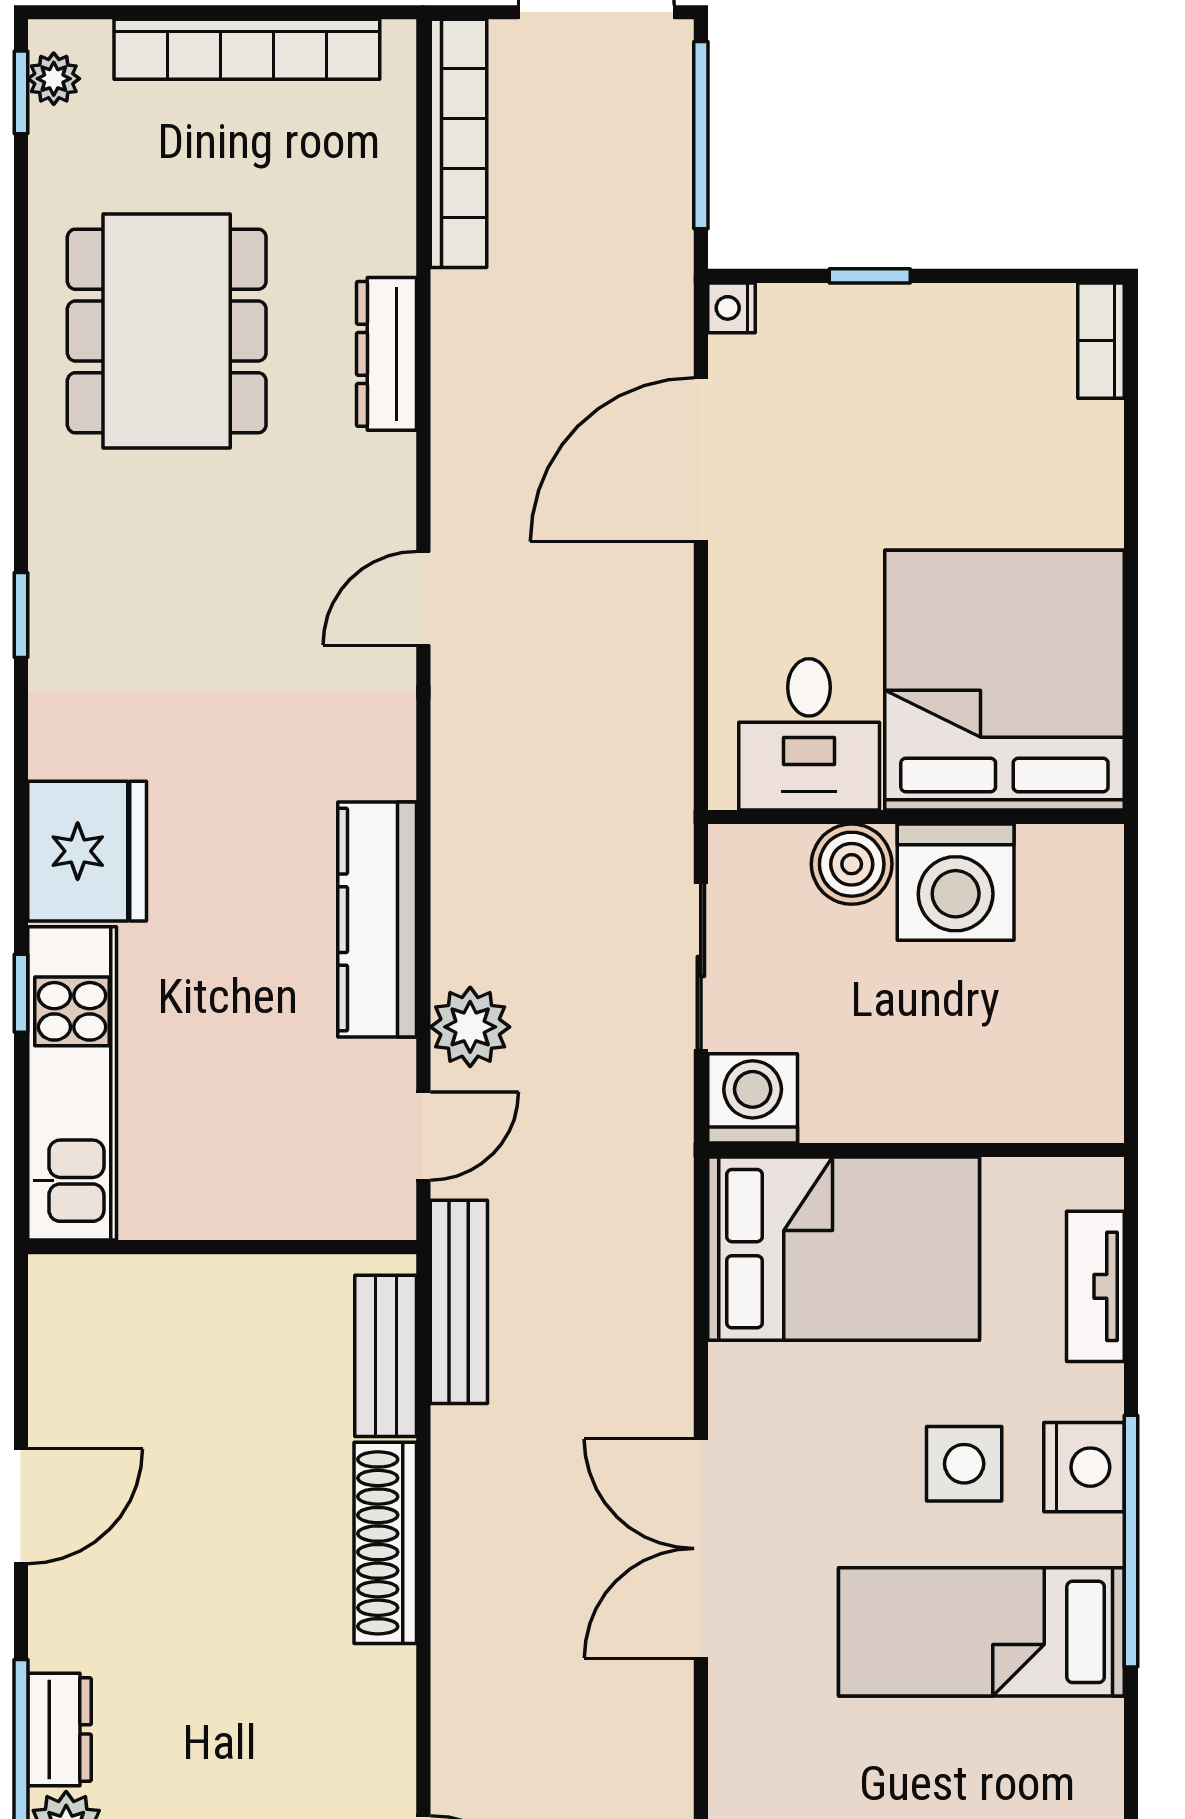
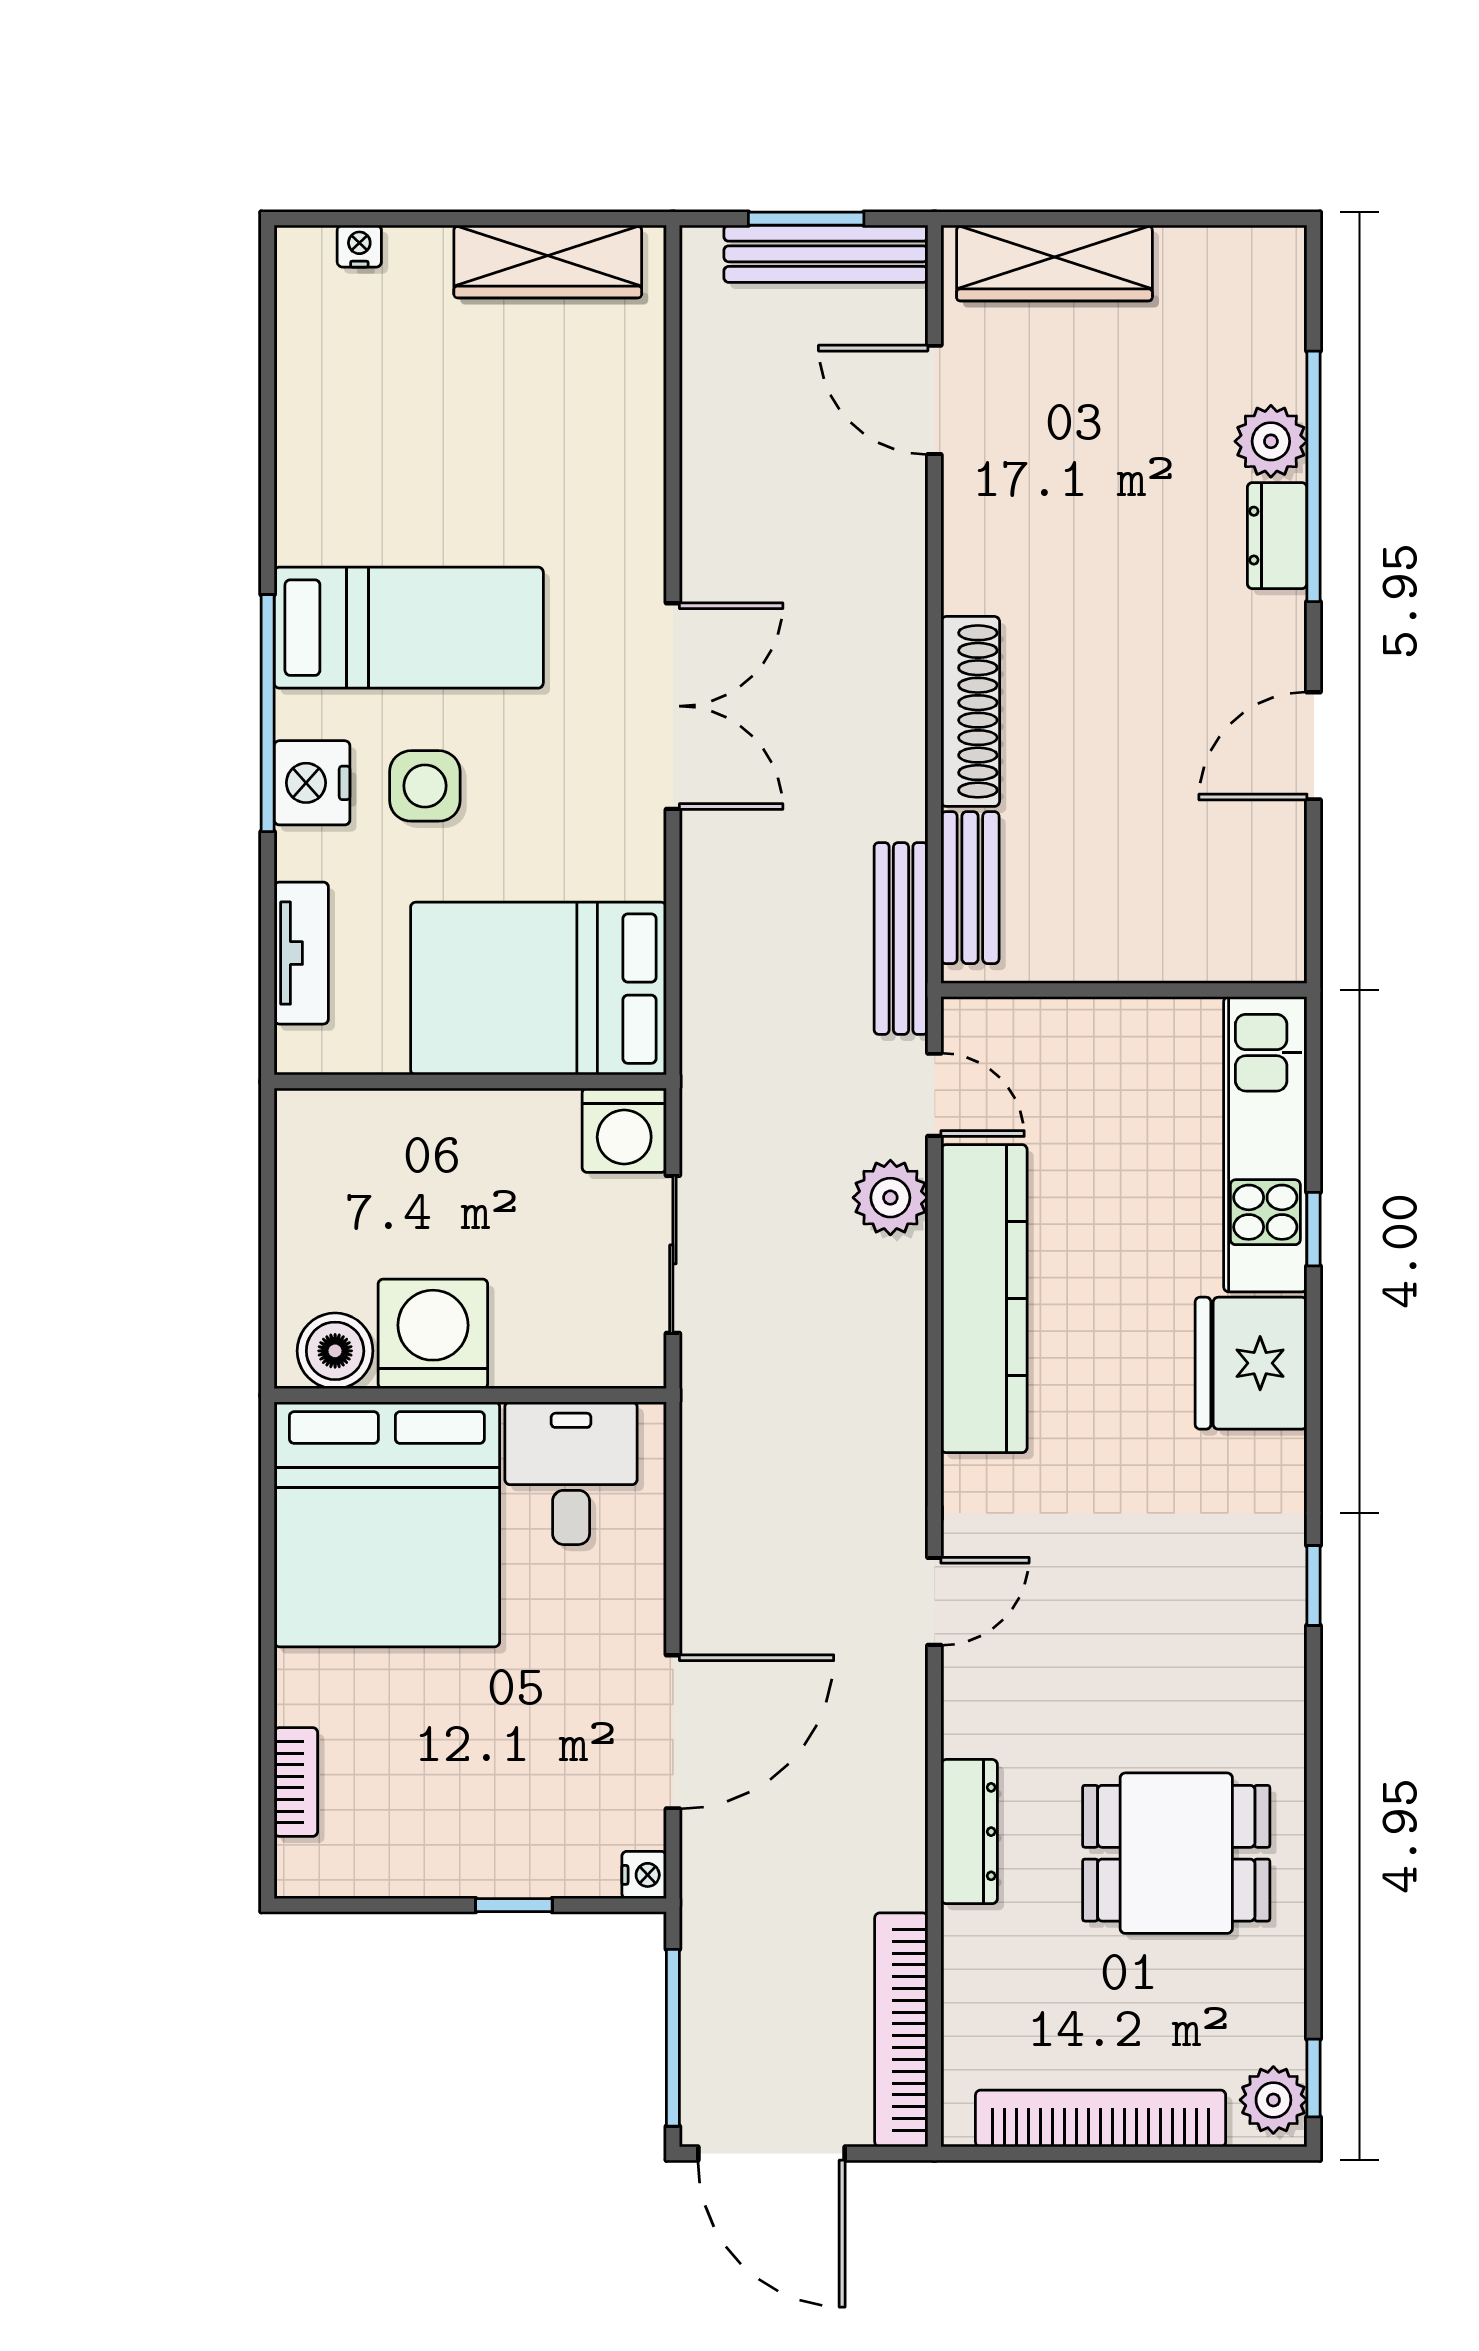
plant: (54, 79) -> (1273, 2100), width x1.38, depth x1.38
dining table: (167, 331) -> (1176, 1853), width x0.73
bookcase: (1101, 341) -> (296, 1782), moved
boiler: (852, 864) -> (335, 1351), moved
kitchen counter: (377, 920) -> (984, 1299), width x1.39, depth x1.17
door: (423, 1136) -> (934, 1095), swing flipped

